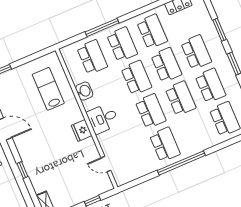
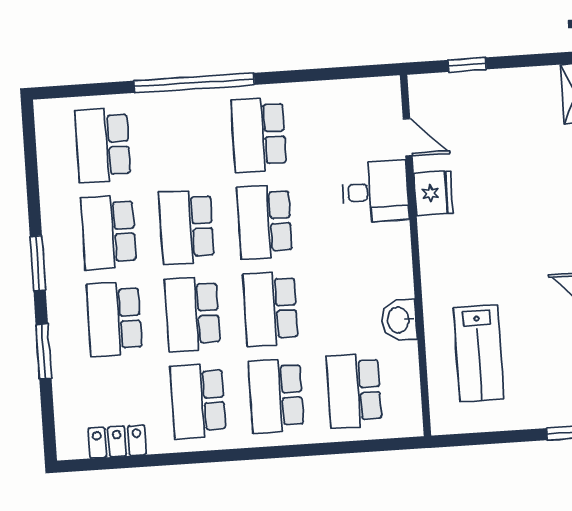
window: (102, 27) -> (308, 450), removed
desk: (103, 119) -> (375, 192), moved
fridge: (82, 131) -> (433, 193), moved
window: (181, 163) -> (194, 83), moved

